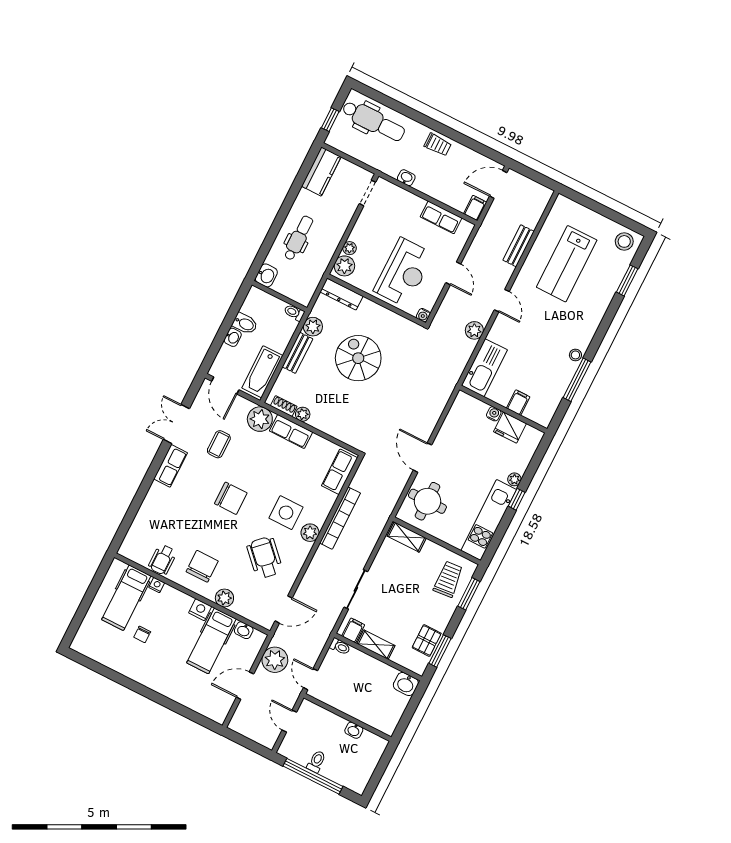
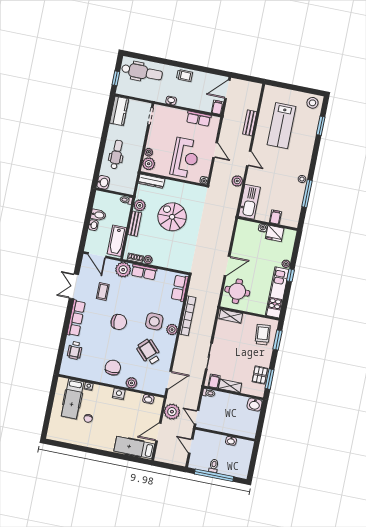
door: (422, 458) -> (227, 266), swing flipped
row of seats: (171, 466) -> (76, 318), width x1.48
wheelchair: (162, 560) -> (75, 350), moved
hospital bed: (211, 641) -> (134, 448), moved, turned 90

